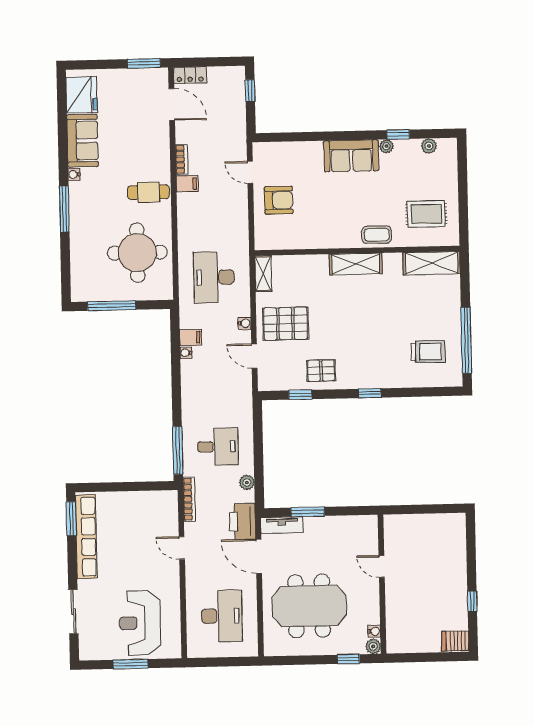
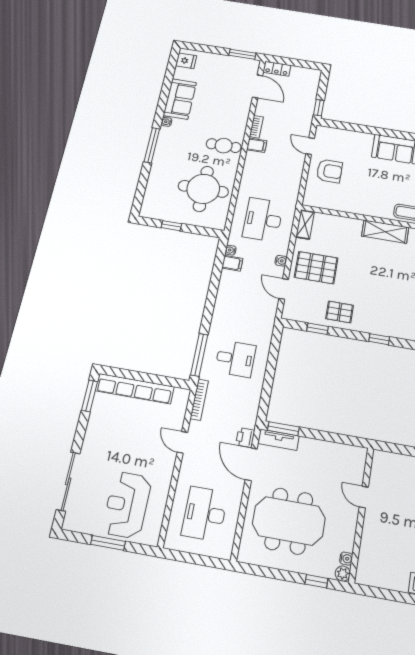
window: (250, 91) -> (319, 108), moved
fridge: (82, 95) -> (186, 61), width x0.53, depth x0.75
window: (112, 306) -> (171, 226), width x0.46
water cooler: (186, 353) -> (230, 250), moved
plant: (247, 483) -> (254, 395), removed
window: (308, 512) -> (283, 429), moved
printer: (242, 521) -> (245, 438), width x0.53, depth x0.68
row of seats: (86, 537) -> (135, 389), moved, turned 90
sliding door: (73, 612) -> (68, 481), width x1.37
desk: (222, 616) -> (205, 514), turned 180

